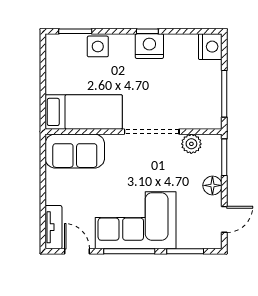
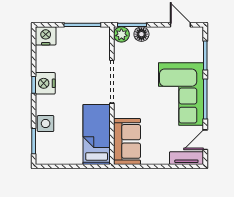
plant: (191, 144) -> (121, 34), moved
floor lamp: (212, 185) -> (141, 34), moved

